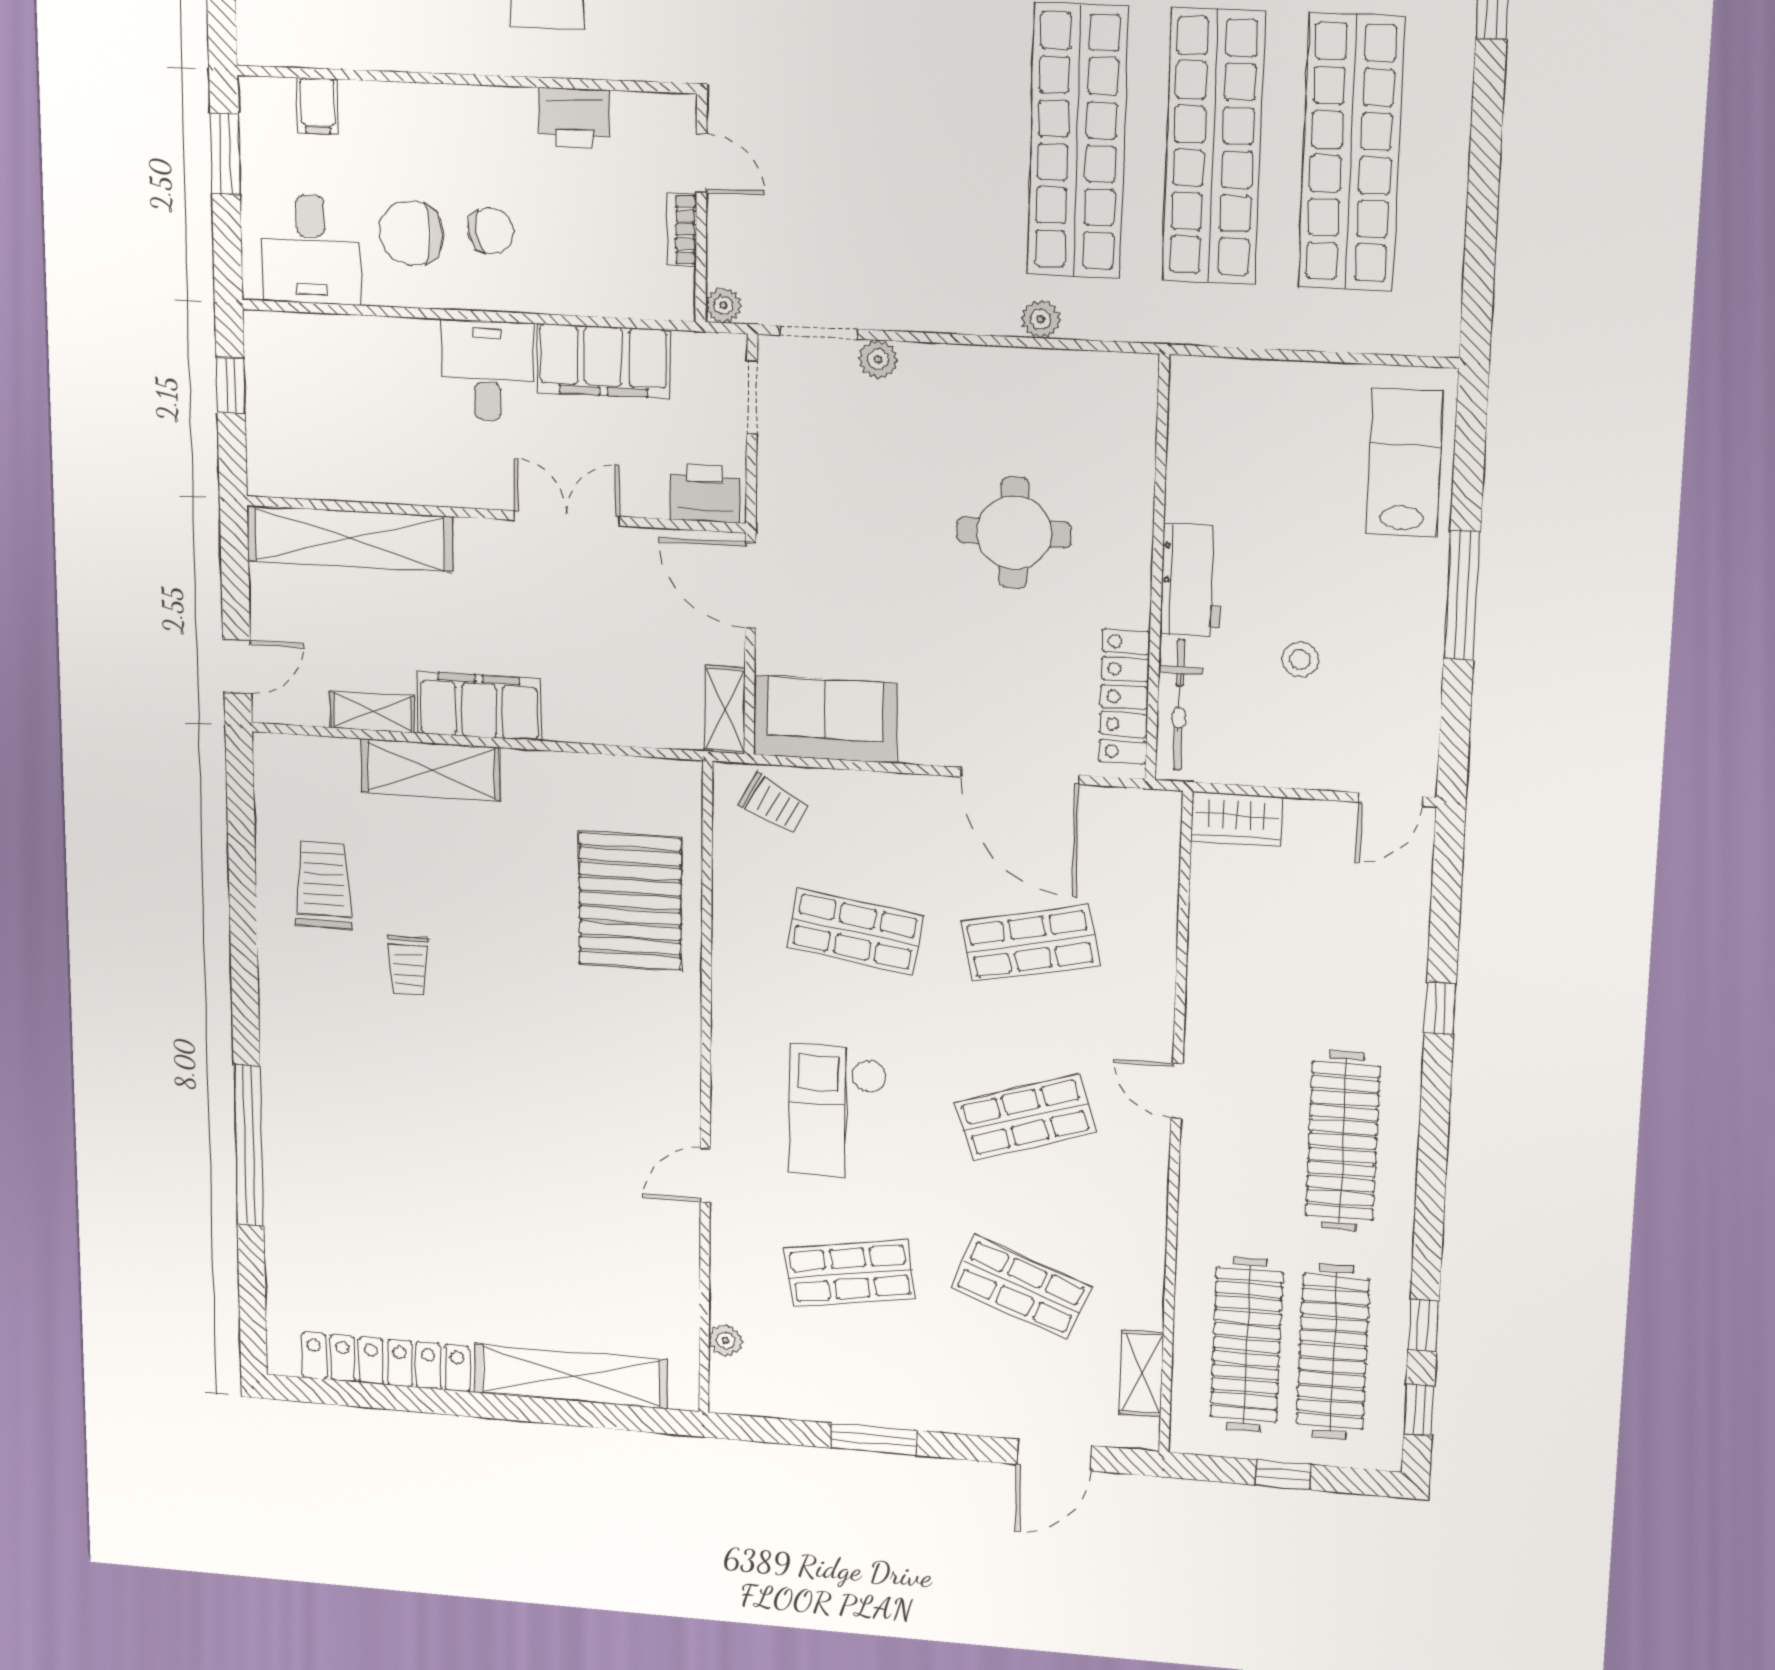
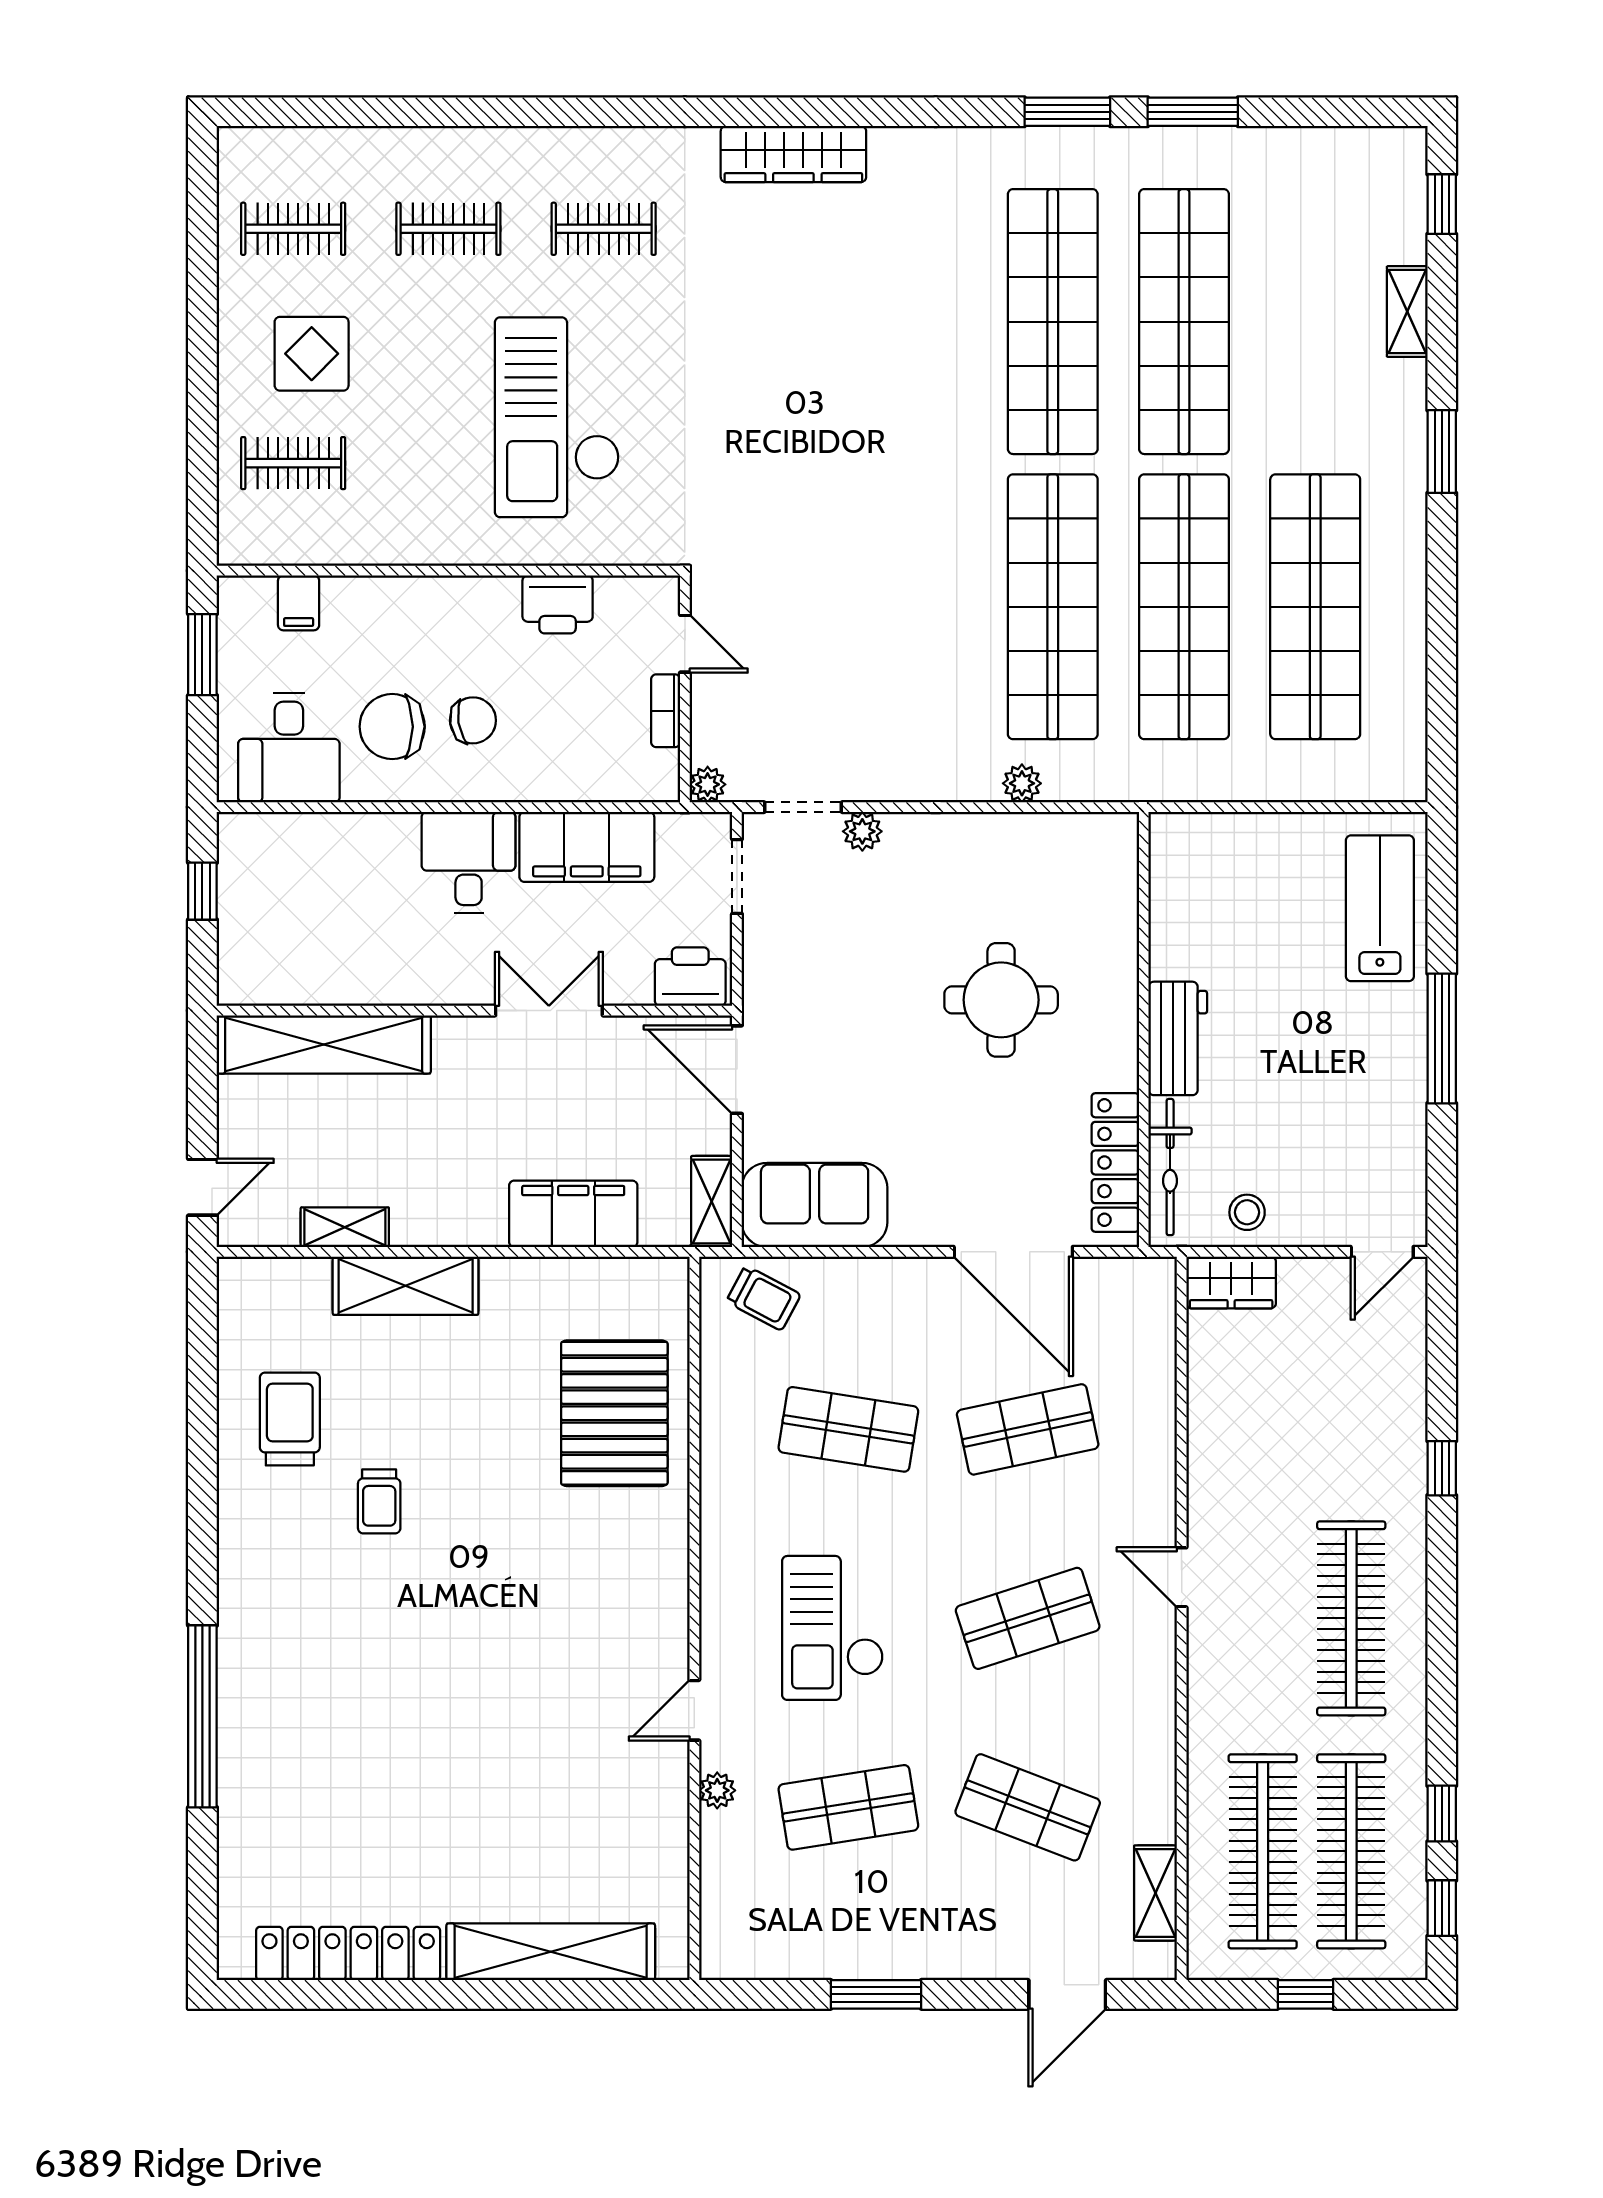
stool: (1300, 660) -> (1247, 1212), moved
filing cabinet: (479, 706) -> (573, 1214), moved
plant: (726, 1341) -> (717, 1790), moved

